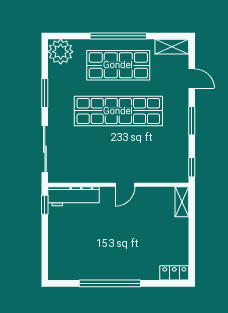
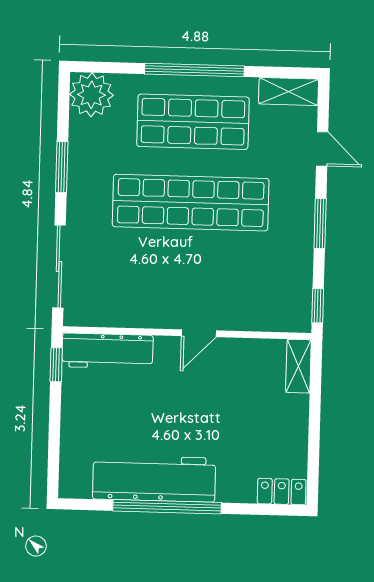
workbench: (102, 268) -> (154, 479), added

